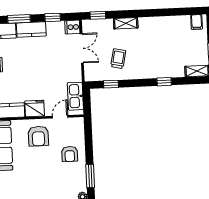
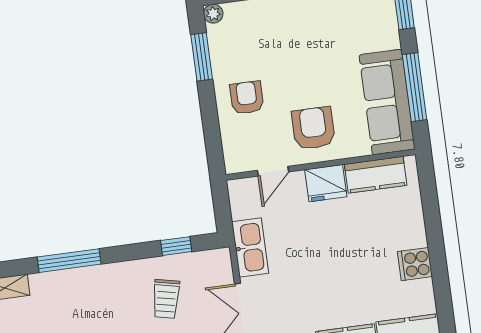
window: (164, 82) -> (69, 261), width x2.17
kitchen sink: (75, 96) -> (250, 247), moved

